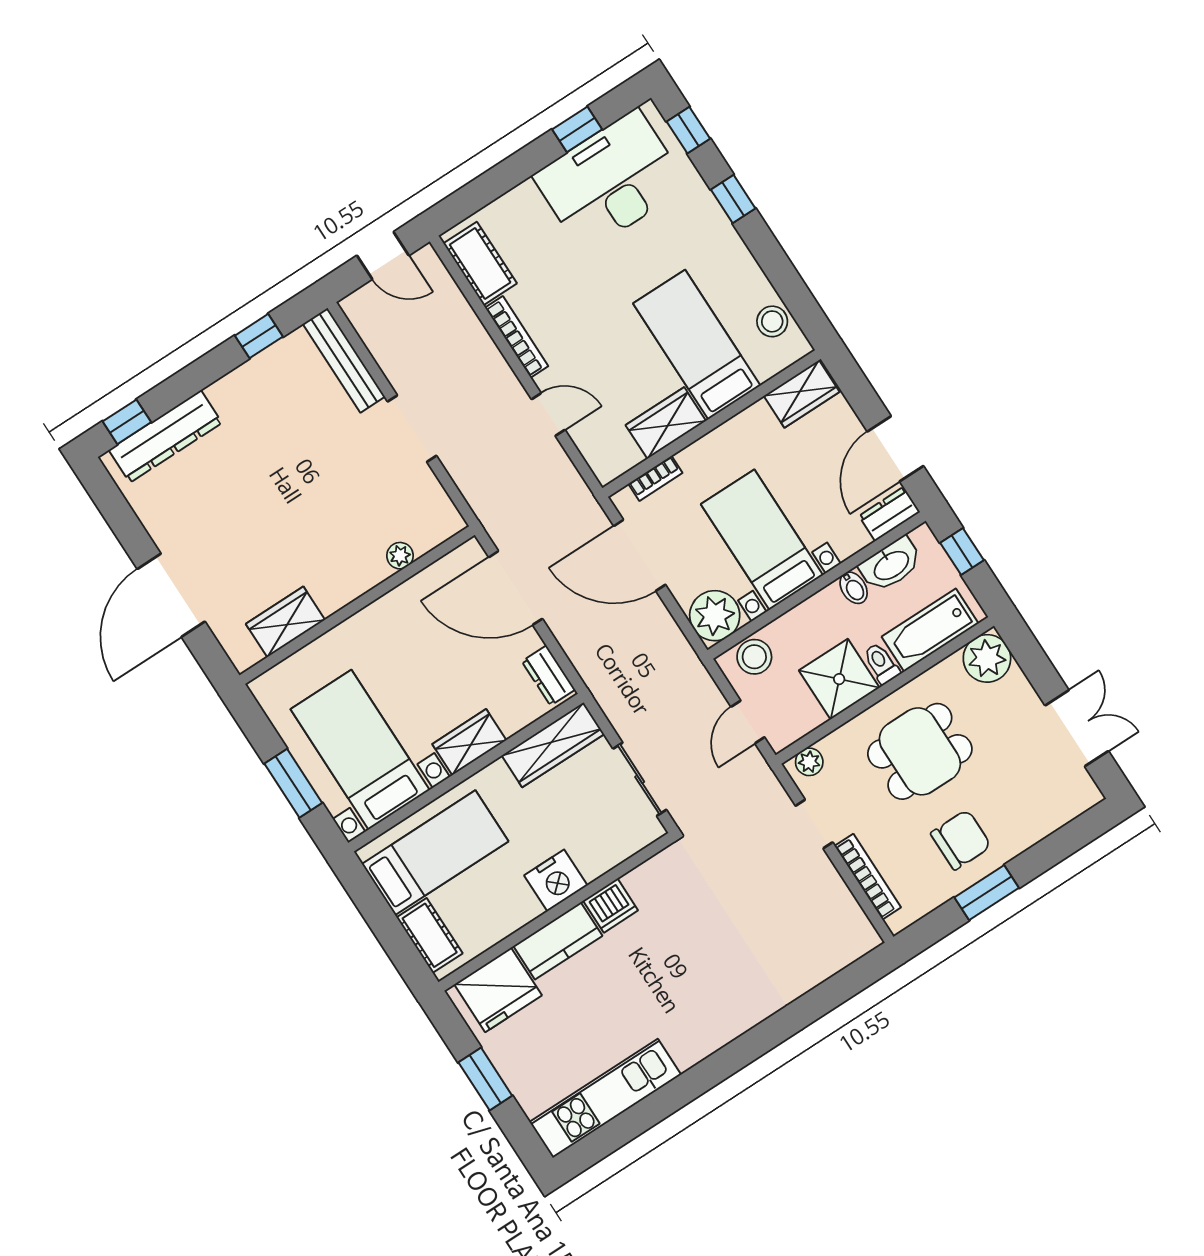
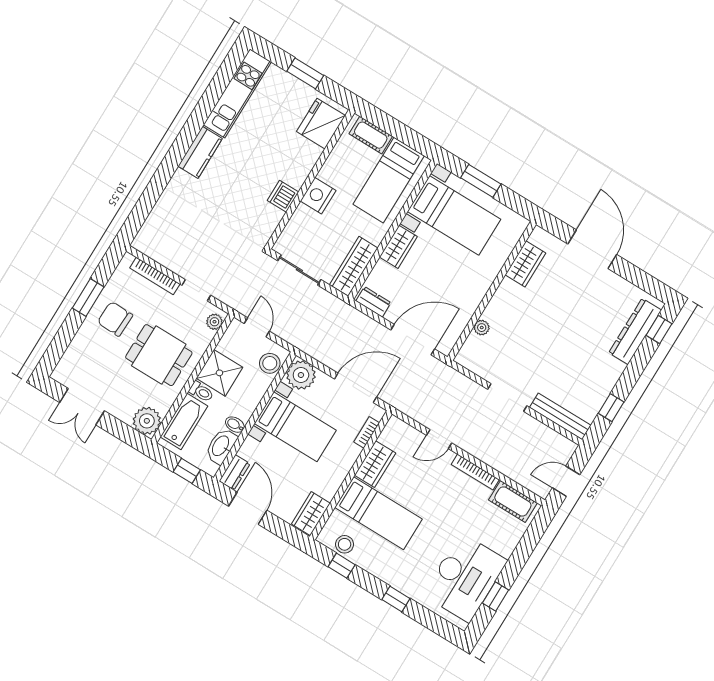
window: (688, 130) -> (342, 566), moved
dining table: (920, 751) -> (159, 355), turned 90
chair: (961, 840) -> (115, 319), turned 92
kitchen counter: (558, 941) -> (200, 152), moved, turned 180

